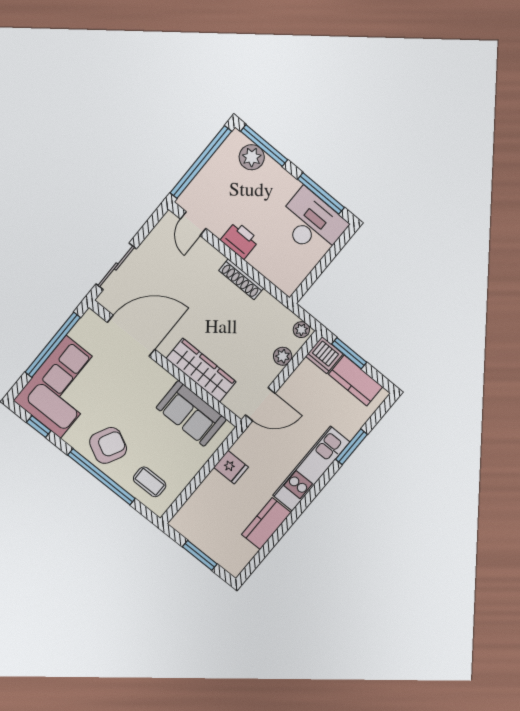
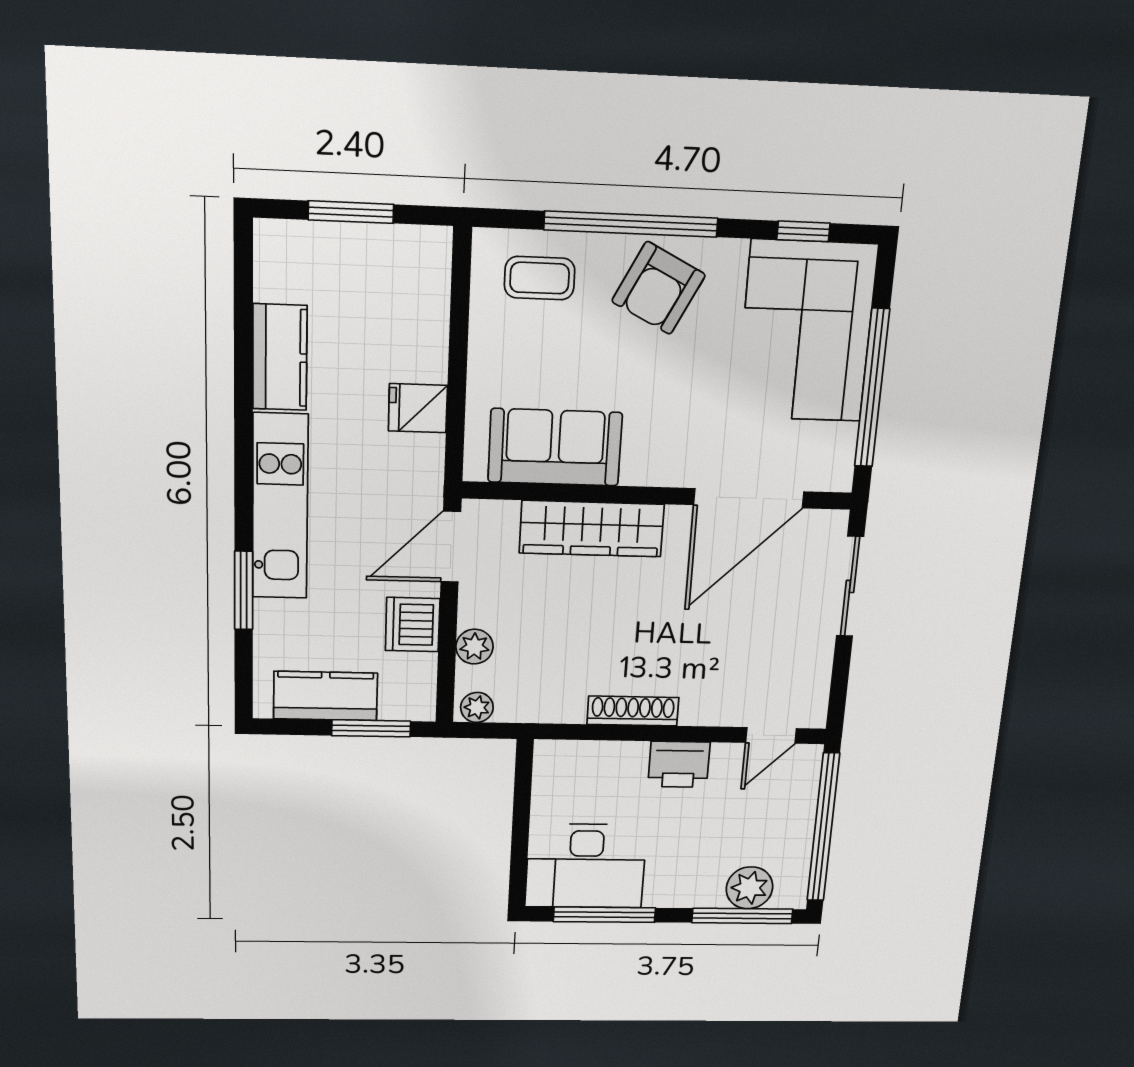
door: (193, 224) -> (771, 735), swing flipped
dishwasher: (324, 355) -> (413, 625), moved, turned -90

